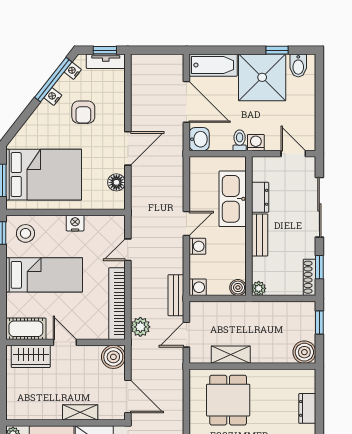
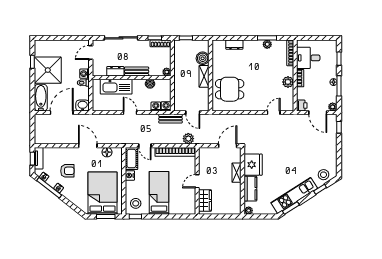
bidet: (298, 65) -> (41, 50), removed
washing machine: (197, 246) -> (156, 107), moved
boiler: (238, 288) -> (150, 84), moved
cot: (26, 329) -> (131, 159), moved
boiler: (304, 352) -> (203, 58), moved
shelving: (231, 355) -> (204, 76), moved
boiler: (113, 357) -> (205, 154), removed

